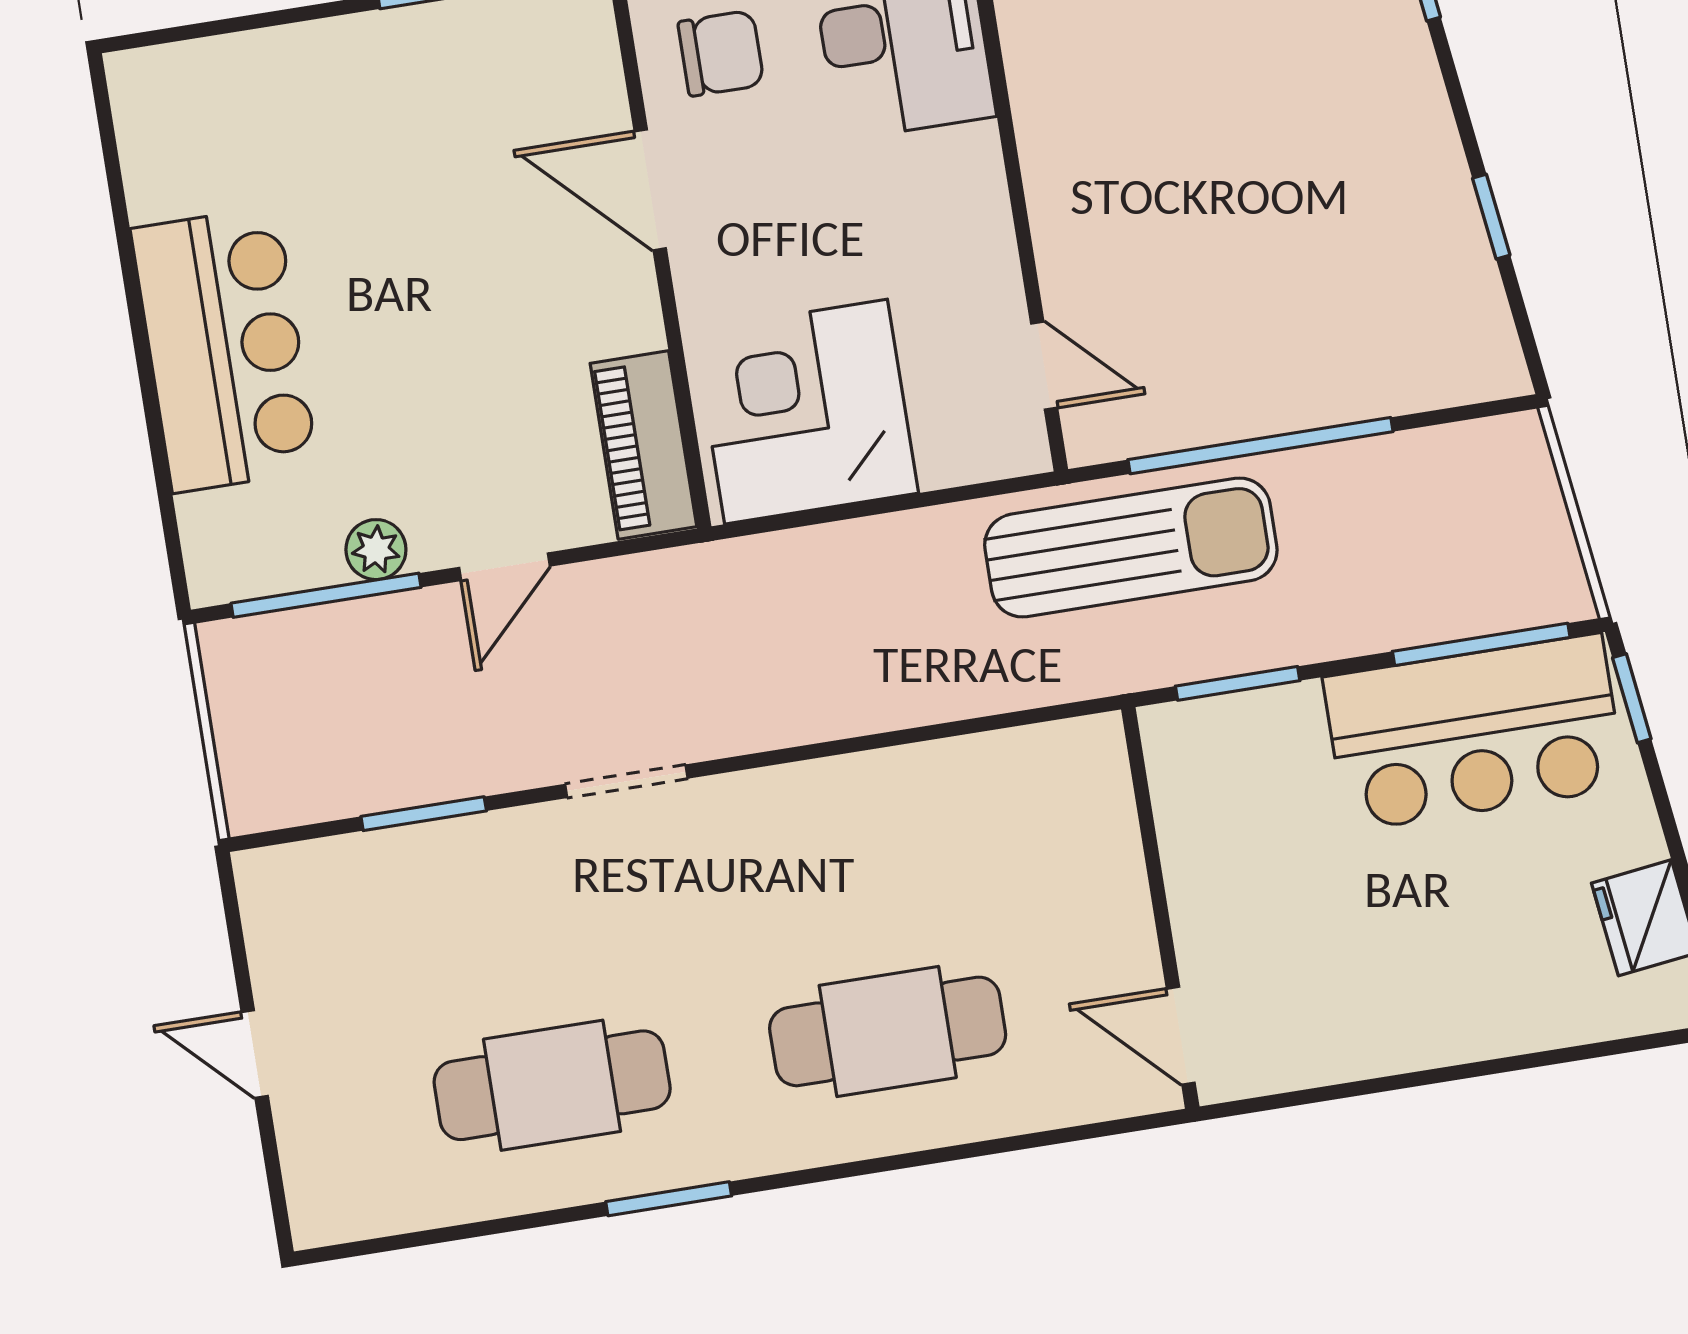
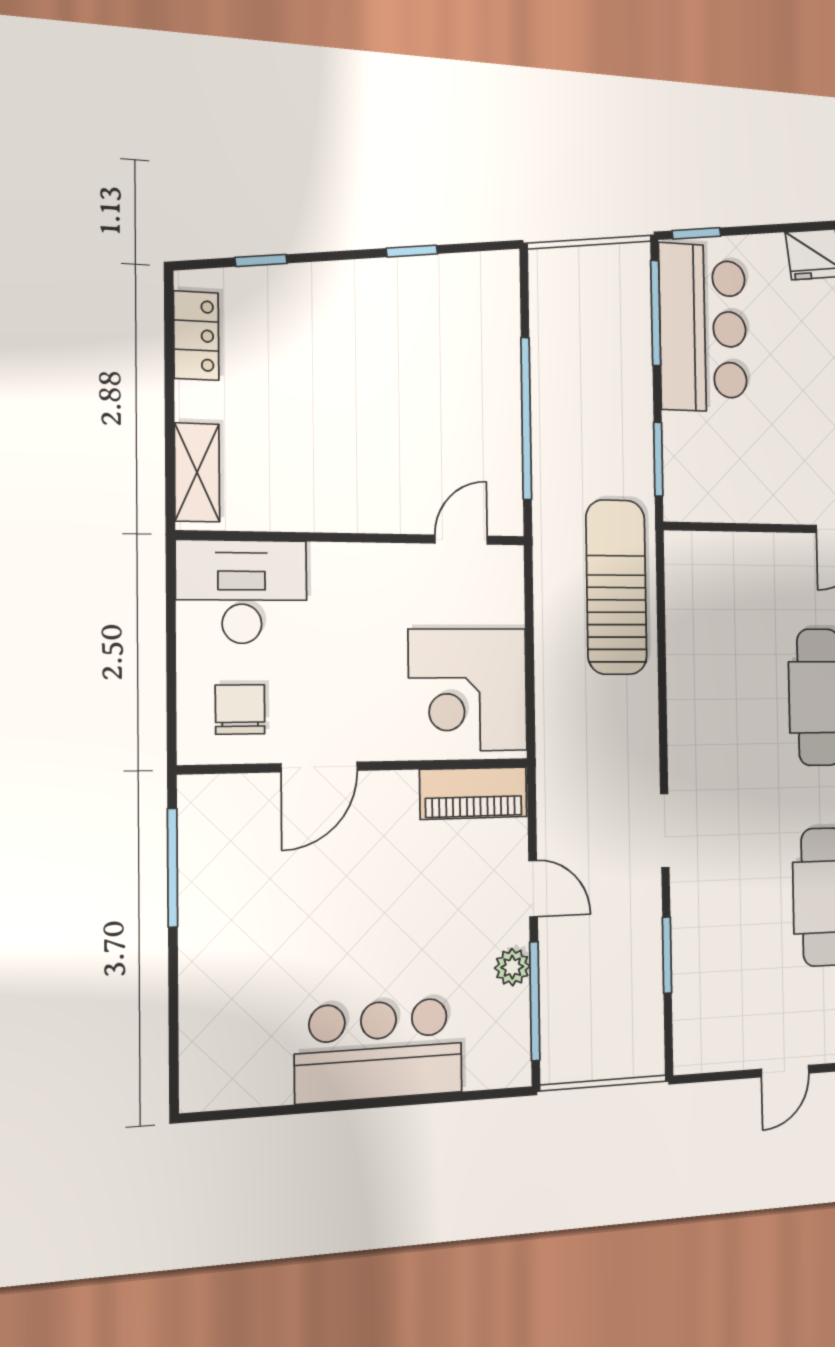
sun lounger: (1131, 547) -> (616, 587), moved

